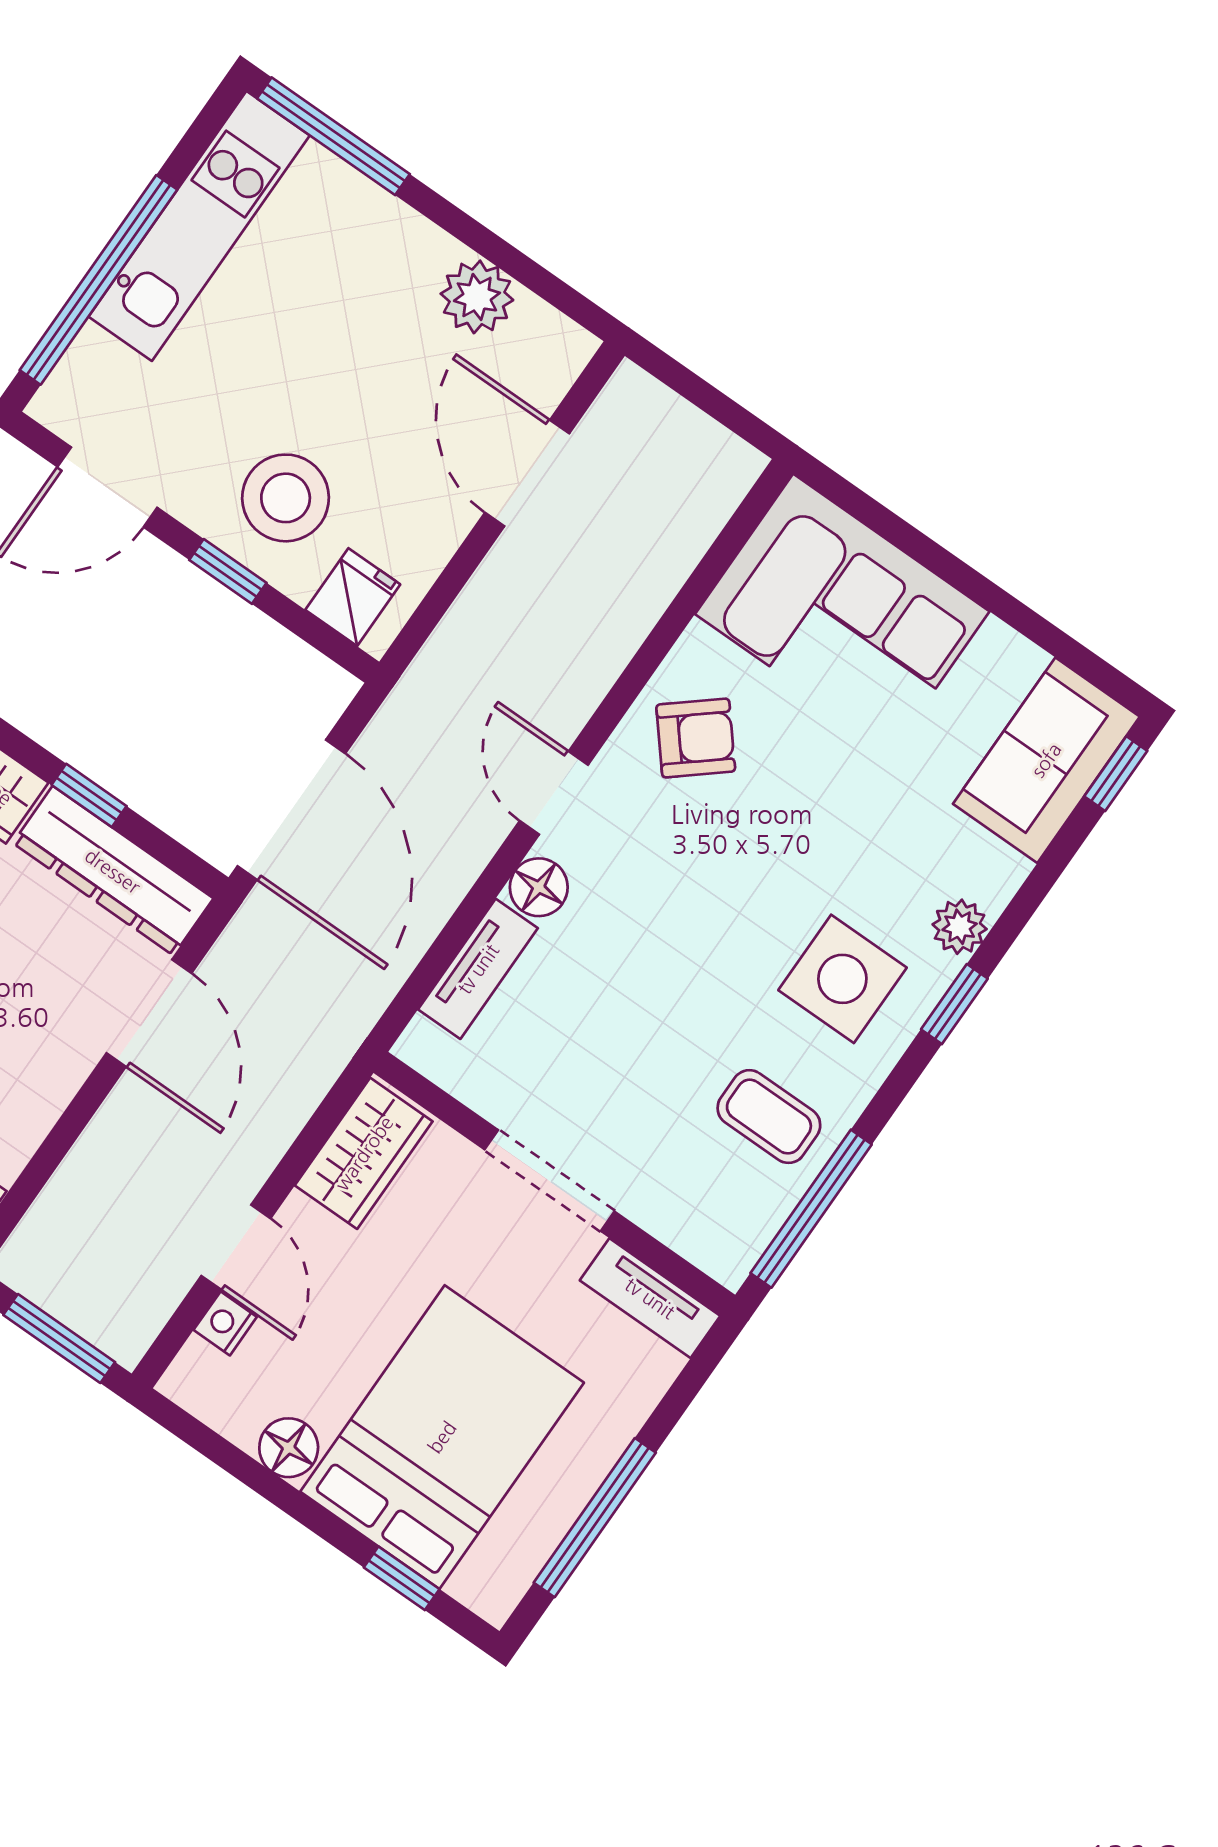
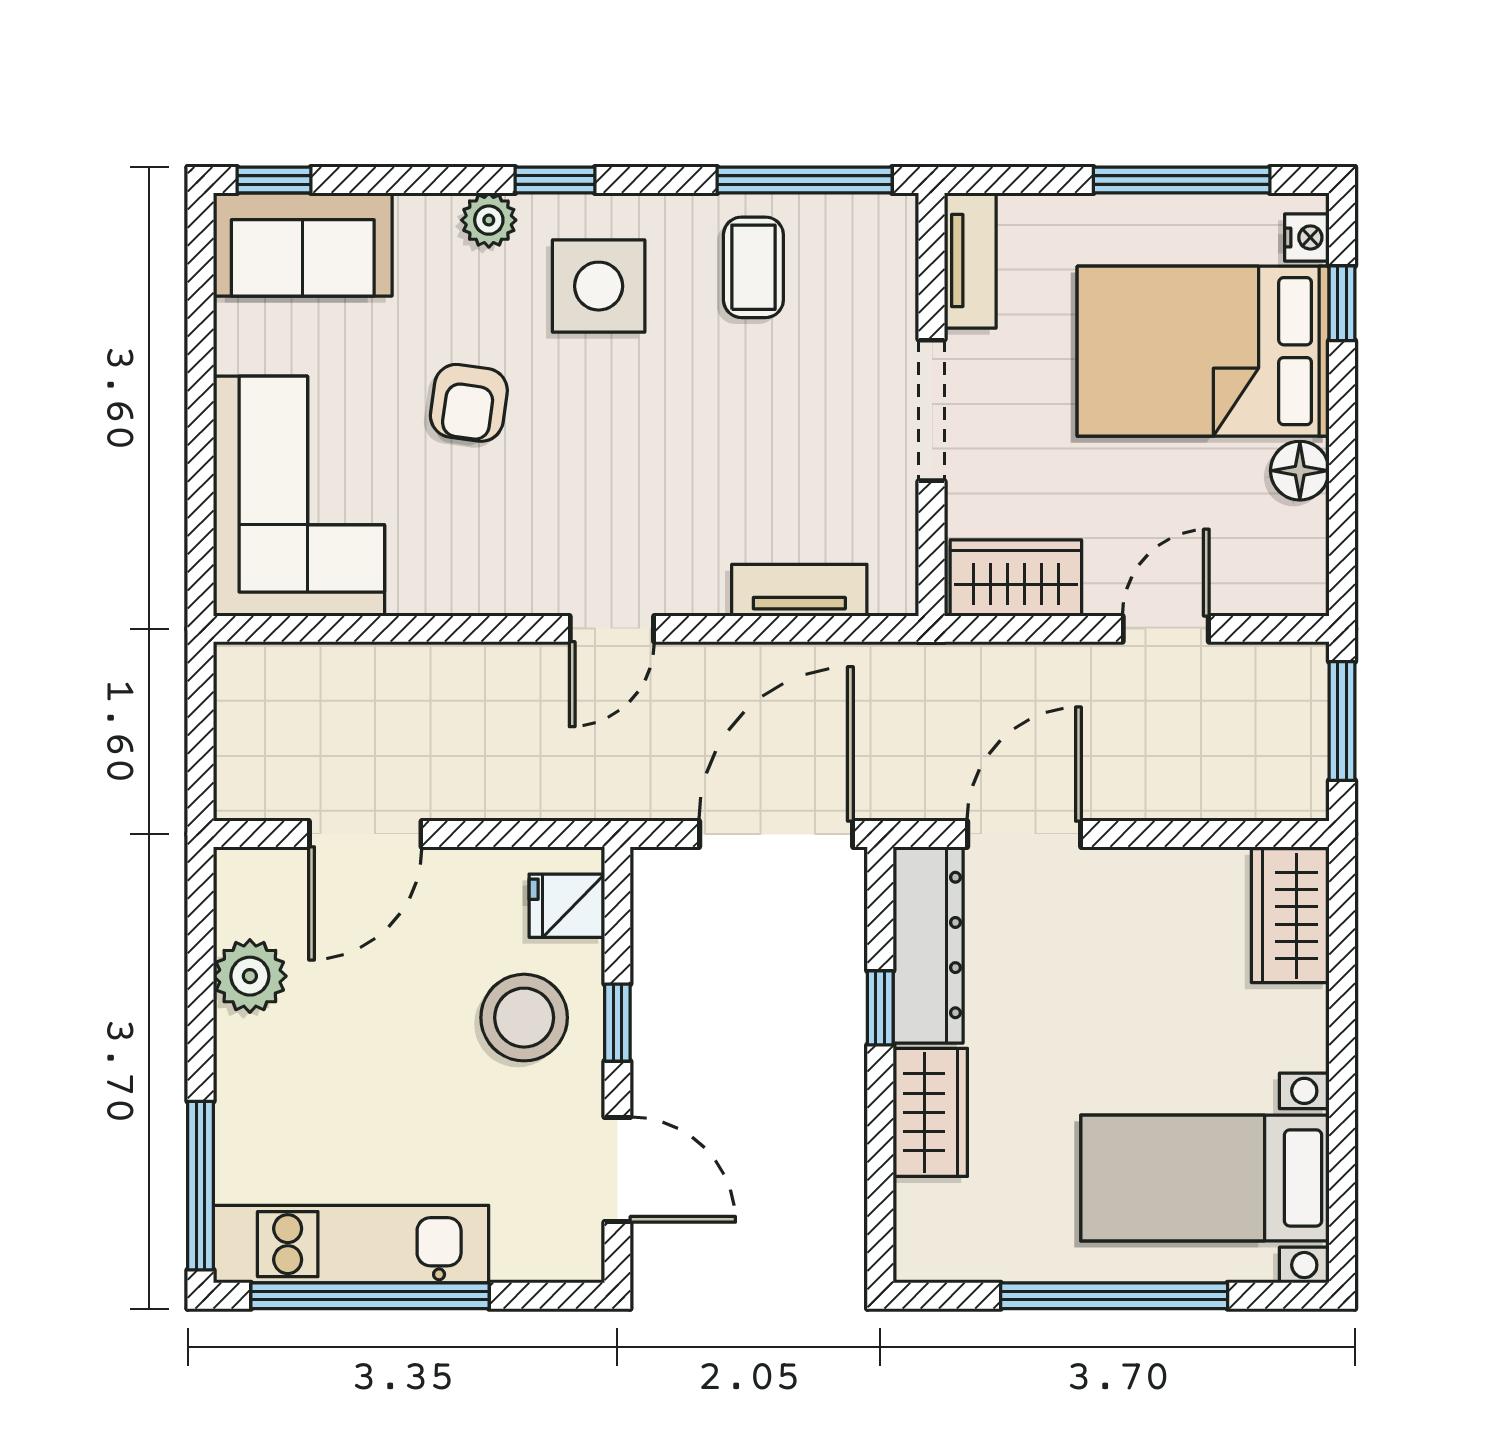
window: (98, 280) -> (370, 1296), moved
armchair: (696, 738) -> (469, 403), moved, turned -132
floor lamp: (539, 887) -> (698, 587), removed
nightstand: (225, 1323) -> (1307, 237), moved, turned -90

